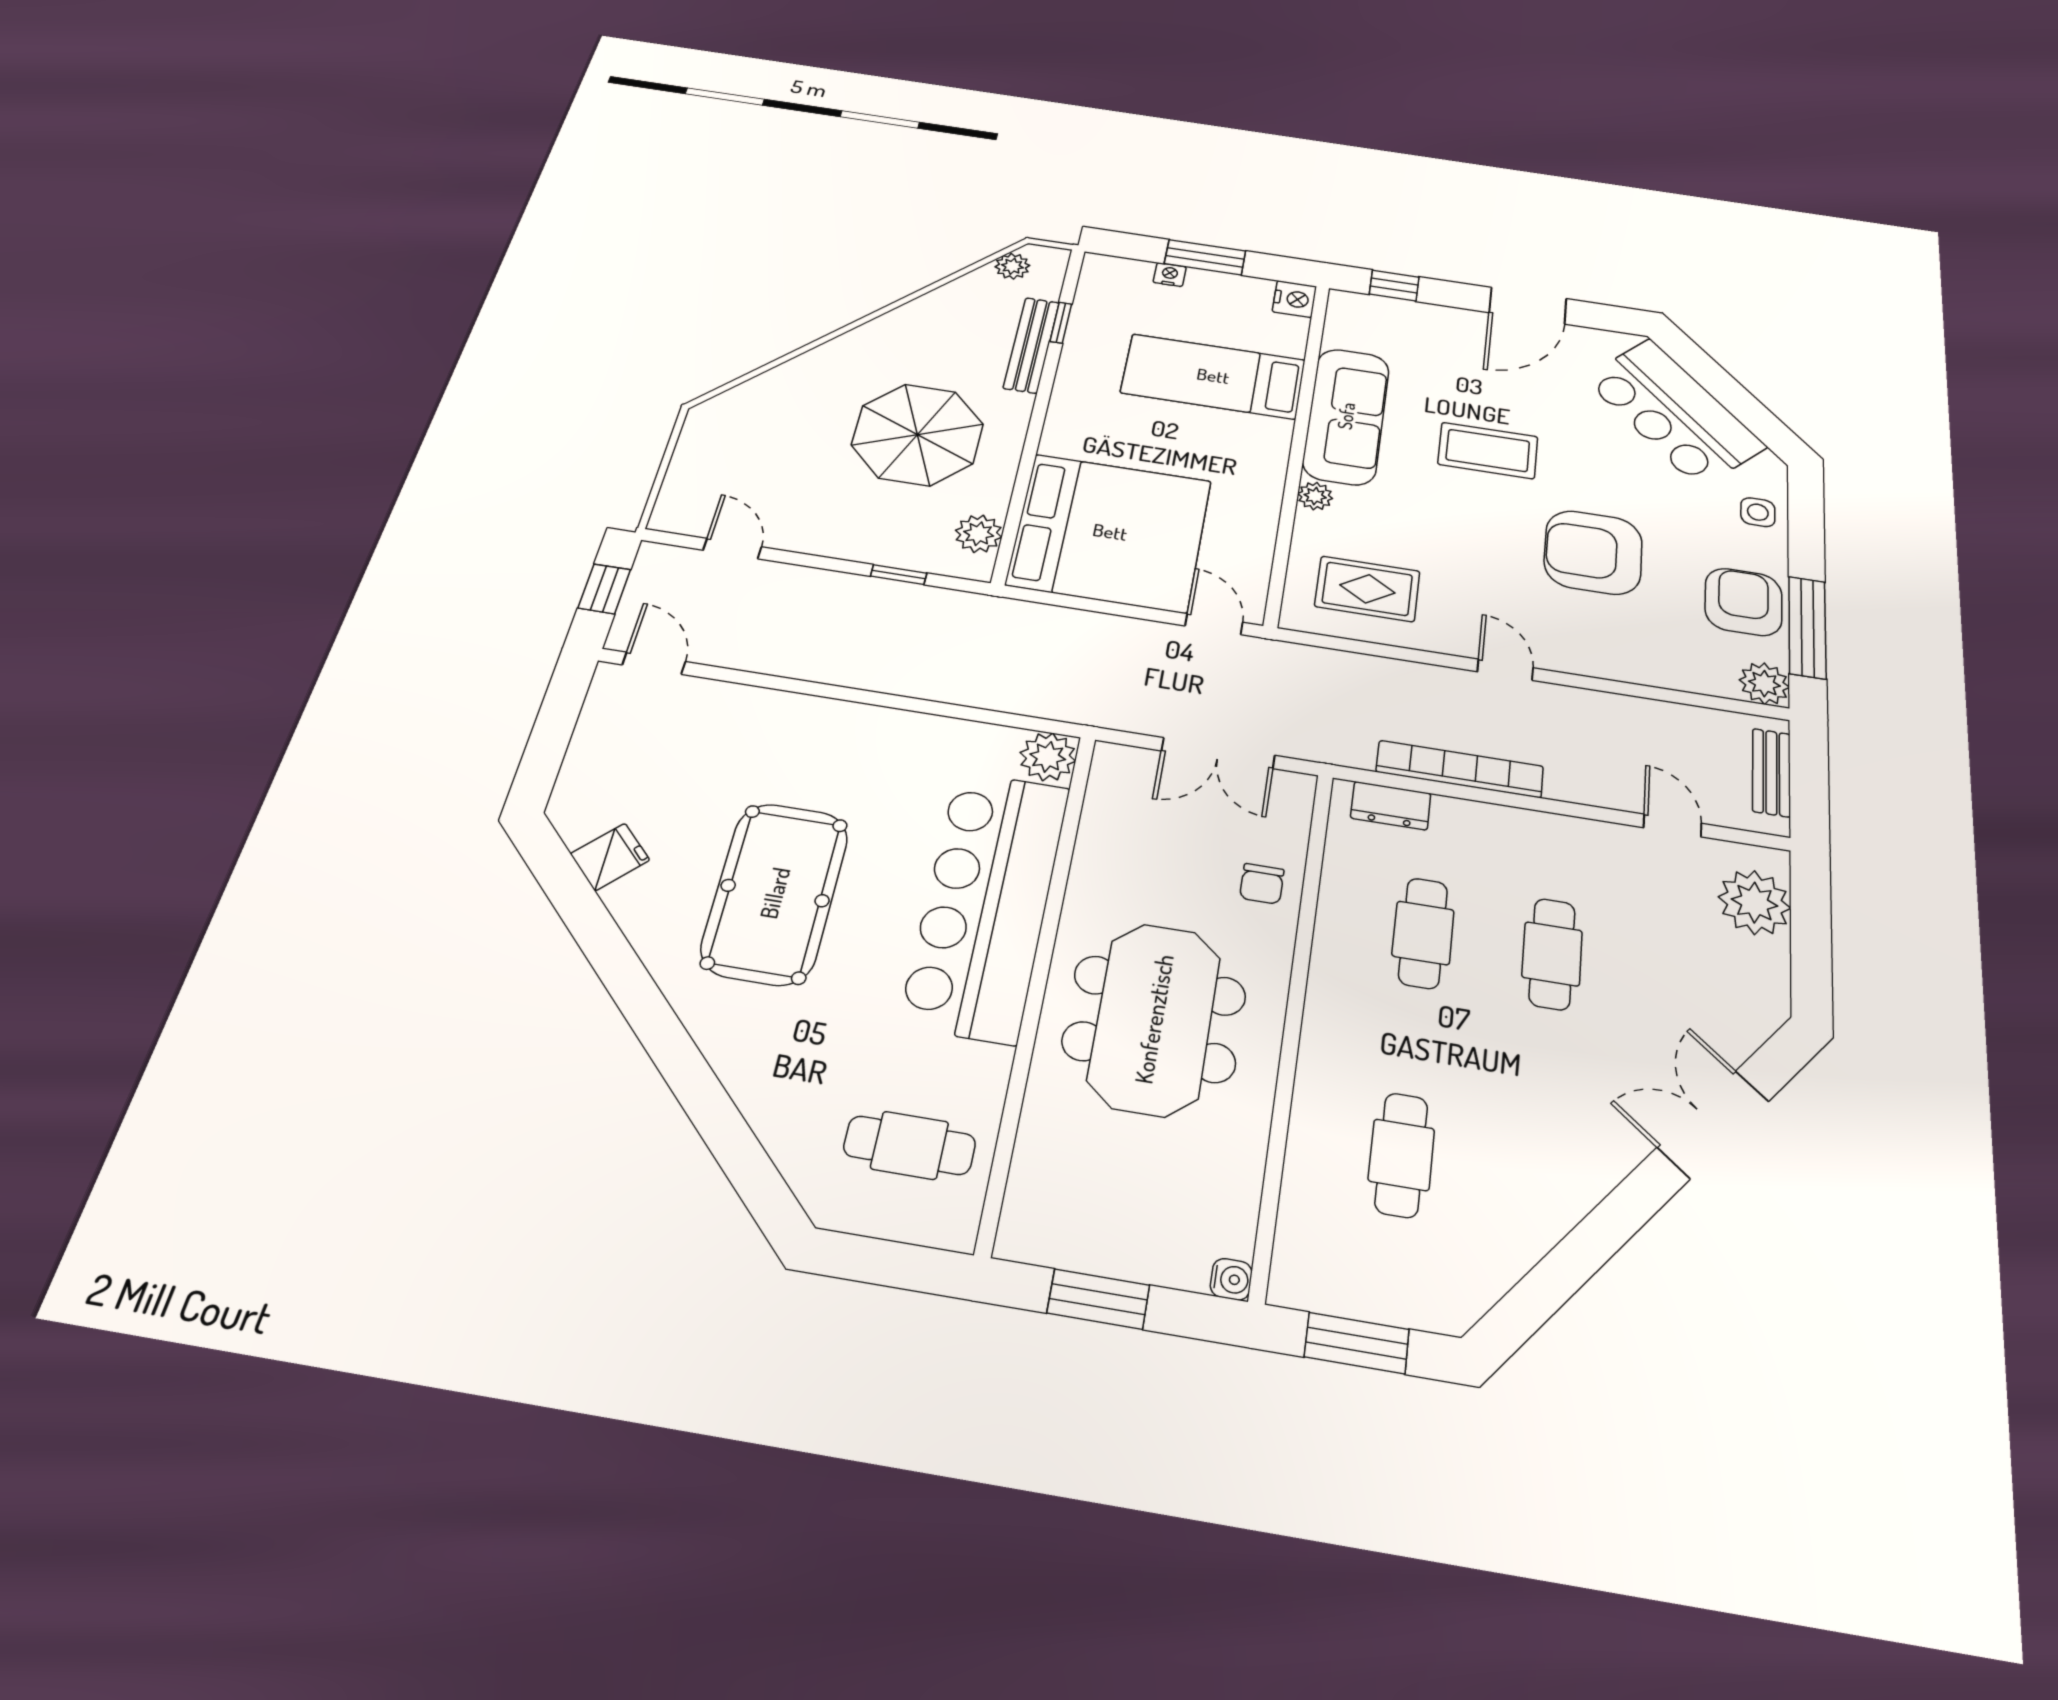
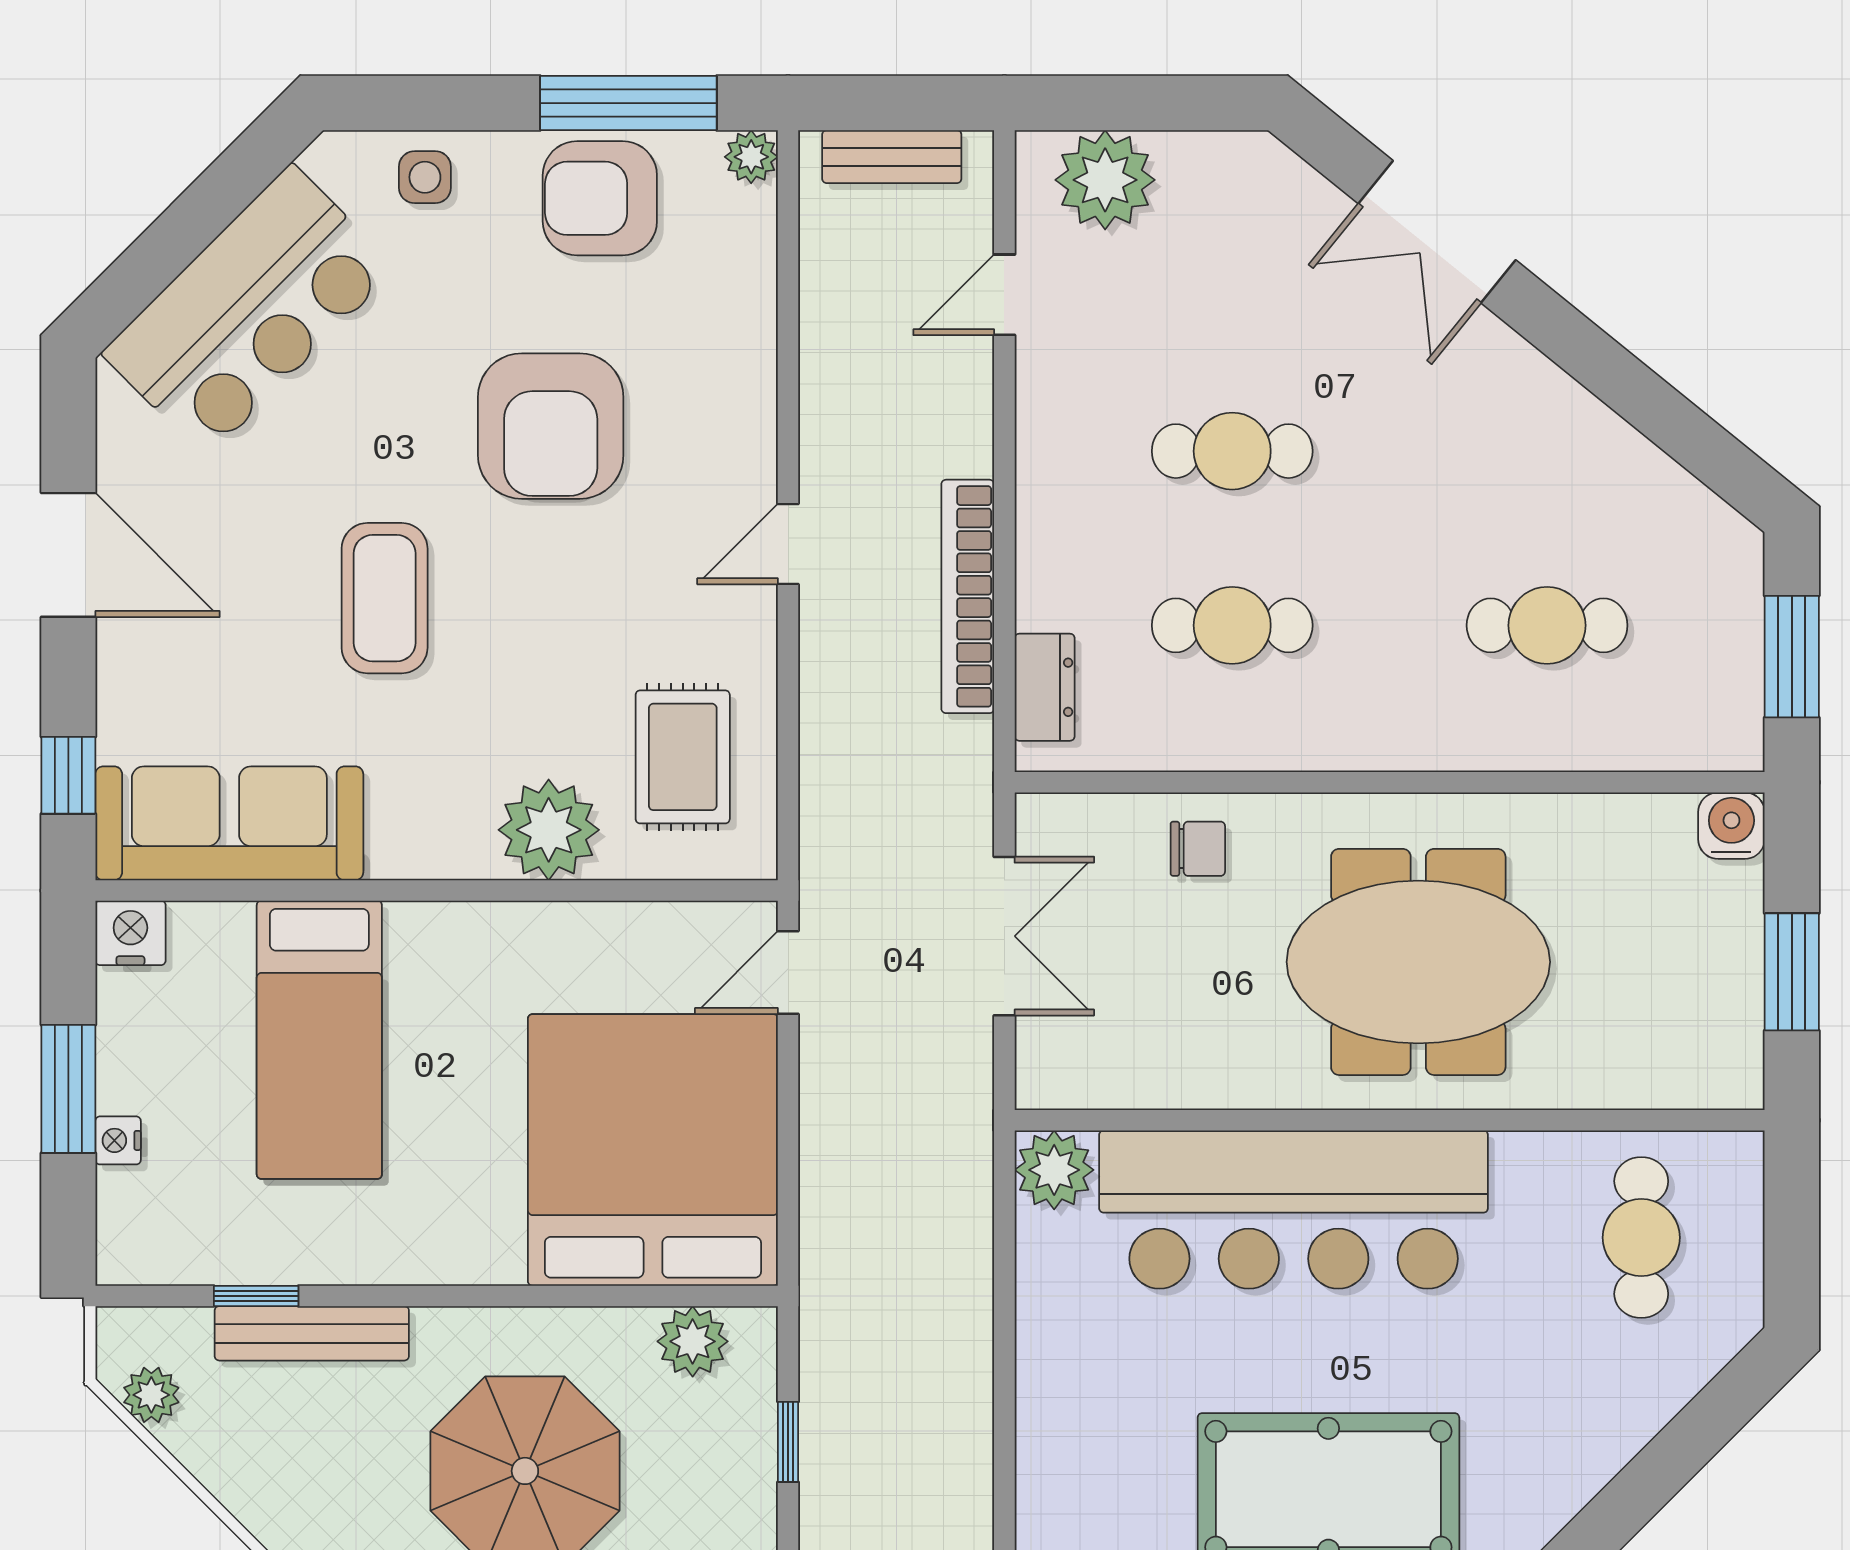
sofa: (1346, 416) -> (229, 823), moved
plant: (1315, 496) -> (549, 830), width x1.88, depth x1.88
plant: (1764, 684) -> (751, 157), width x0.73, depth x0.73
water cooler: (1231, 1279) -> (1731, 826), width x1.38, depth x1.38

